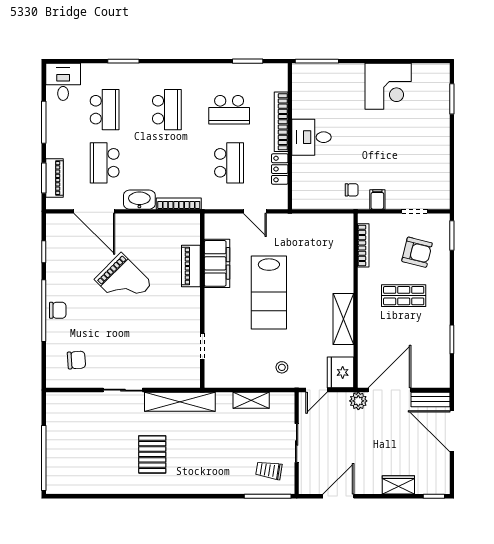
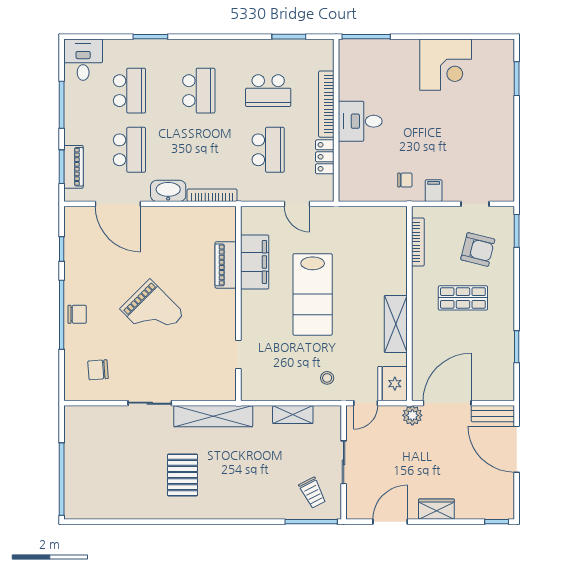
school desk: (105, 163) -> (129, 150), turned 180
grand piano: (123, 281) -> (152, 311), moved
chair: (76, 360) -> (98, 370), turned 180
trolley: (269, 470) -> (313, 493), turned -126
wardrobe: (398, 485) -> (436, 509), moved

